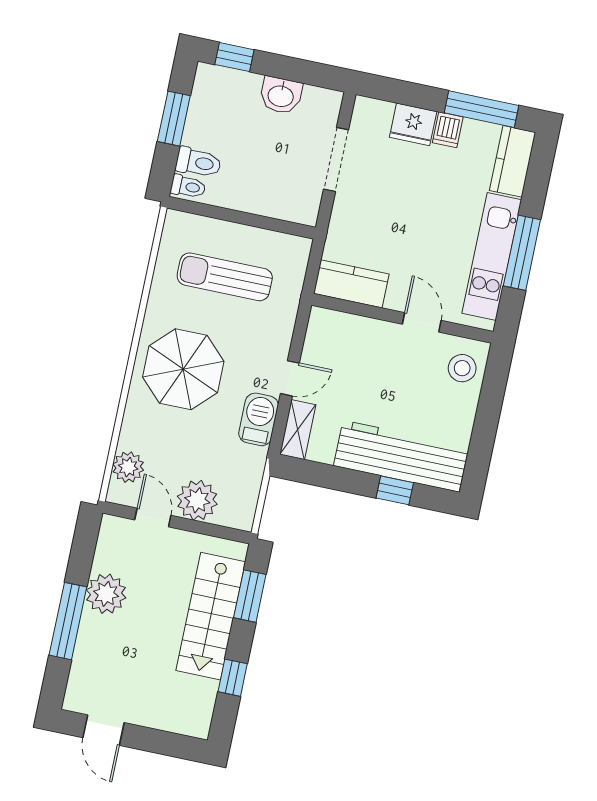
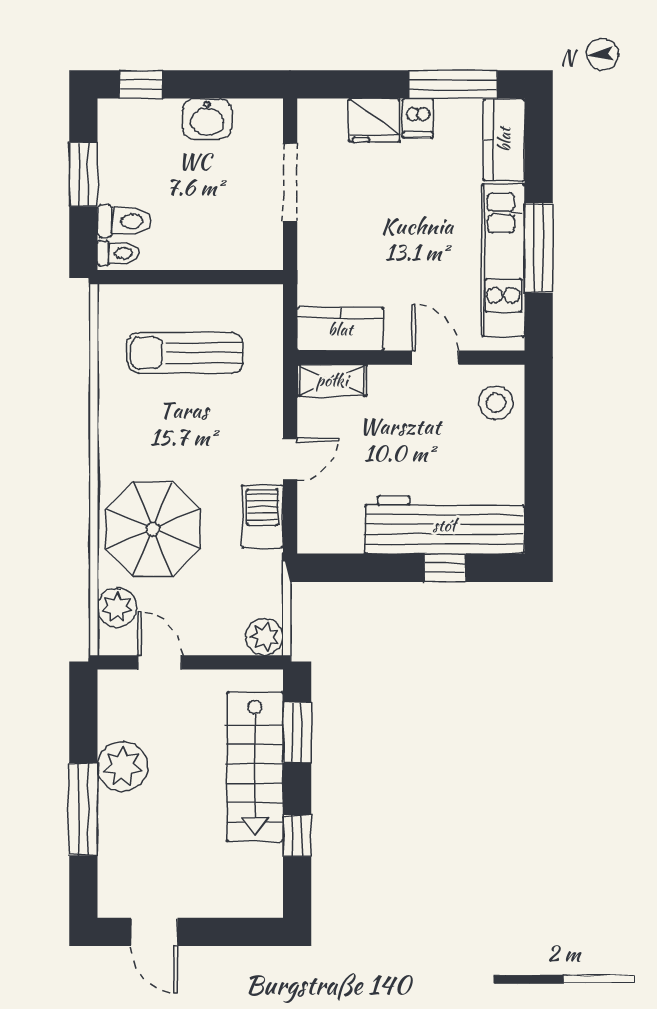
parasol: (183, 369) -> (153, 529), moved
shelving: (298, 430) -> (332, 380), moved, turned 90
plant: (197, 500) -> (264, 637), moved, width x0.73, depth x0.73

